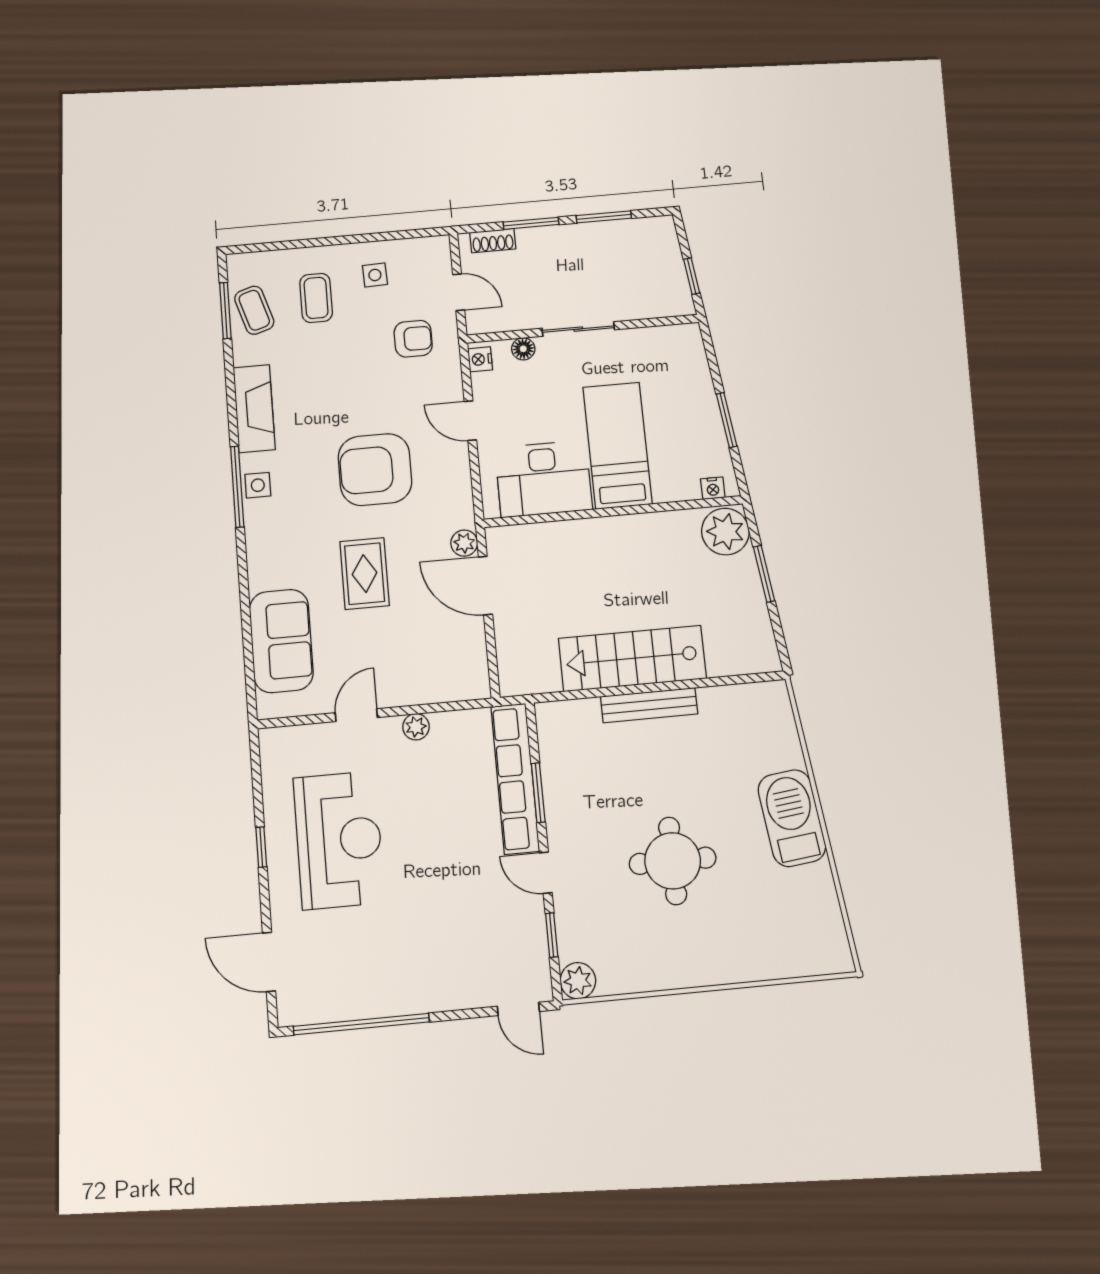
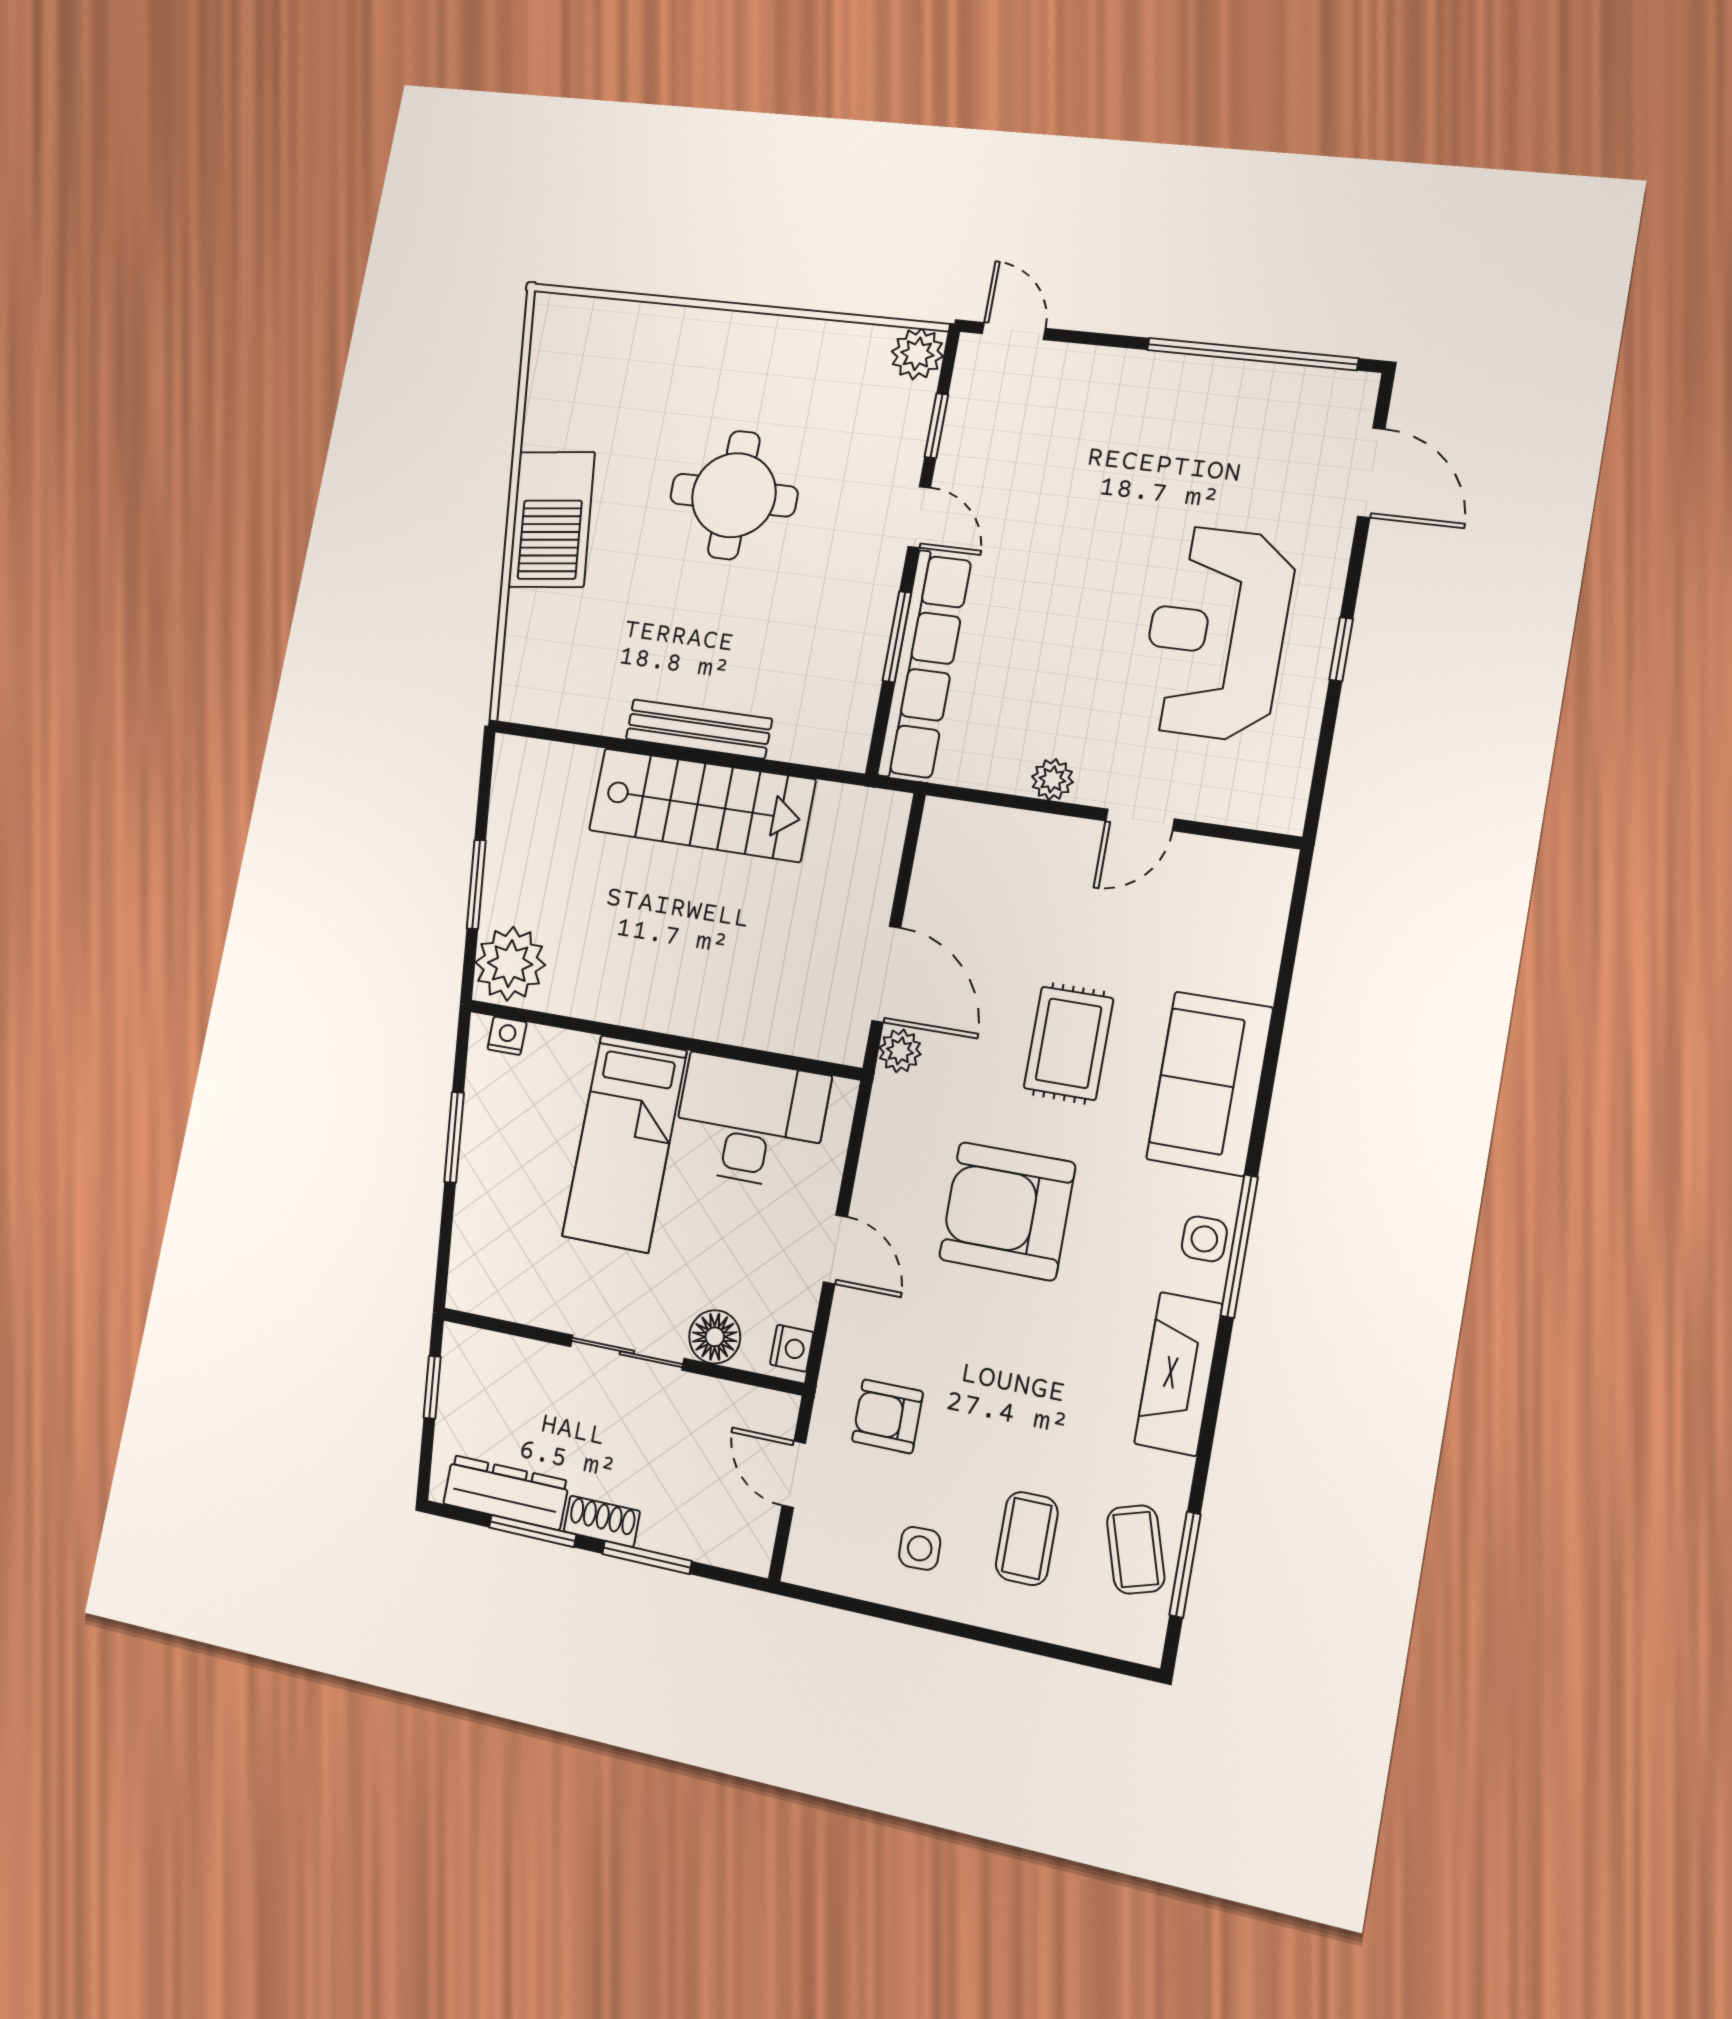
dresser: (627, 233) -> (506, 1492), added
shoe rack: (493, 241) -> (602, 1521), moved
floor lamp: (523, 349) -> (715, 1337), width x1.37, depth x1.37
armchair: (375, 470) -> (1007, 1211), turned 180
sofa: (281, 641) -> (1210, 1083), moved

